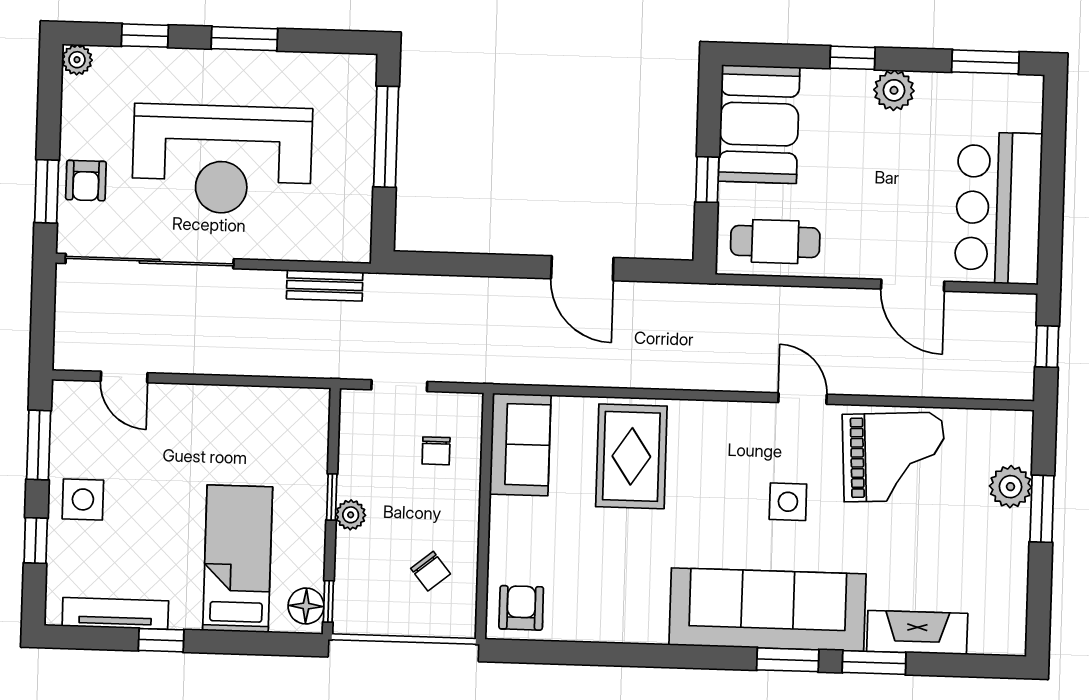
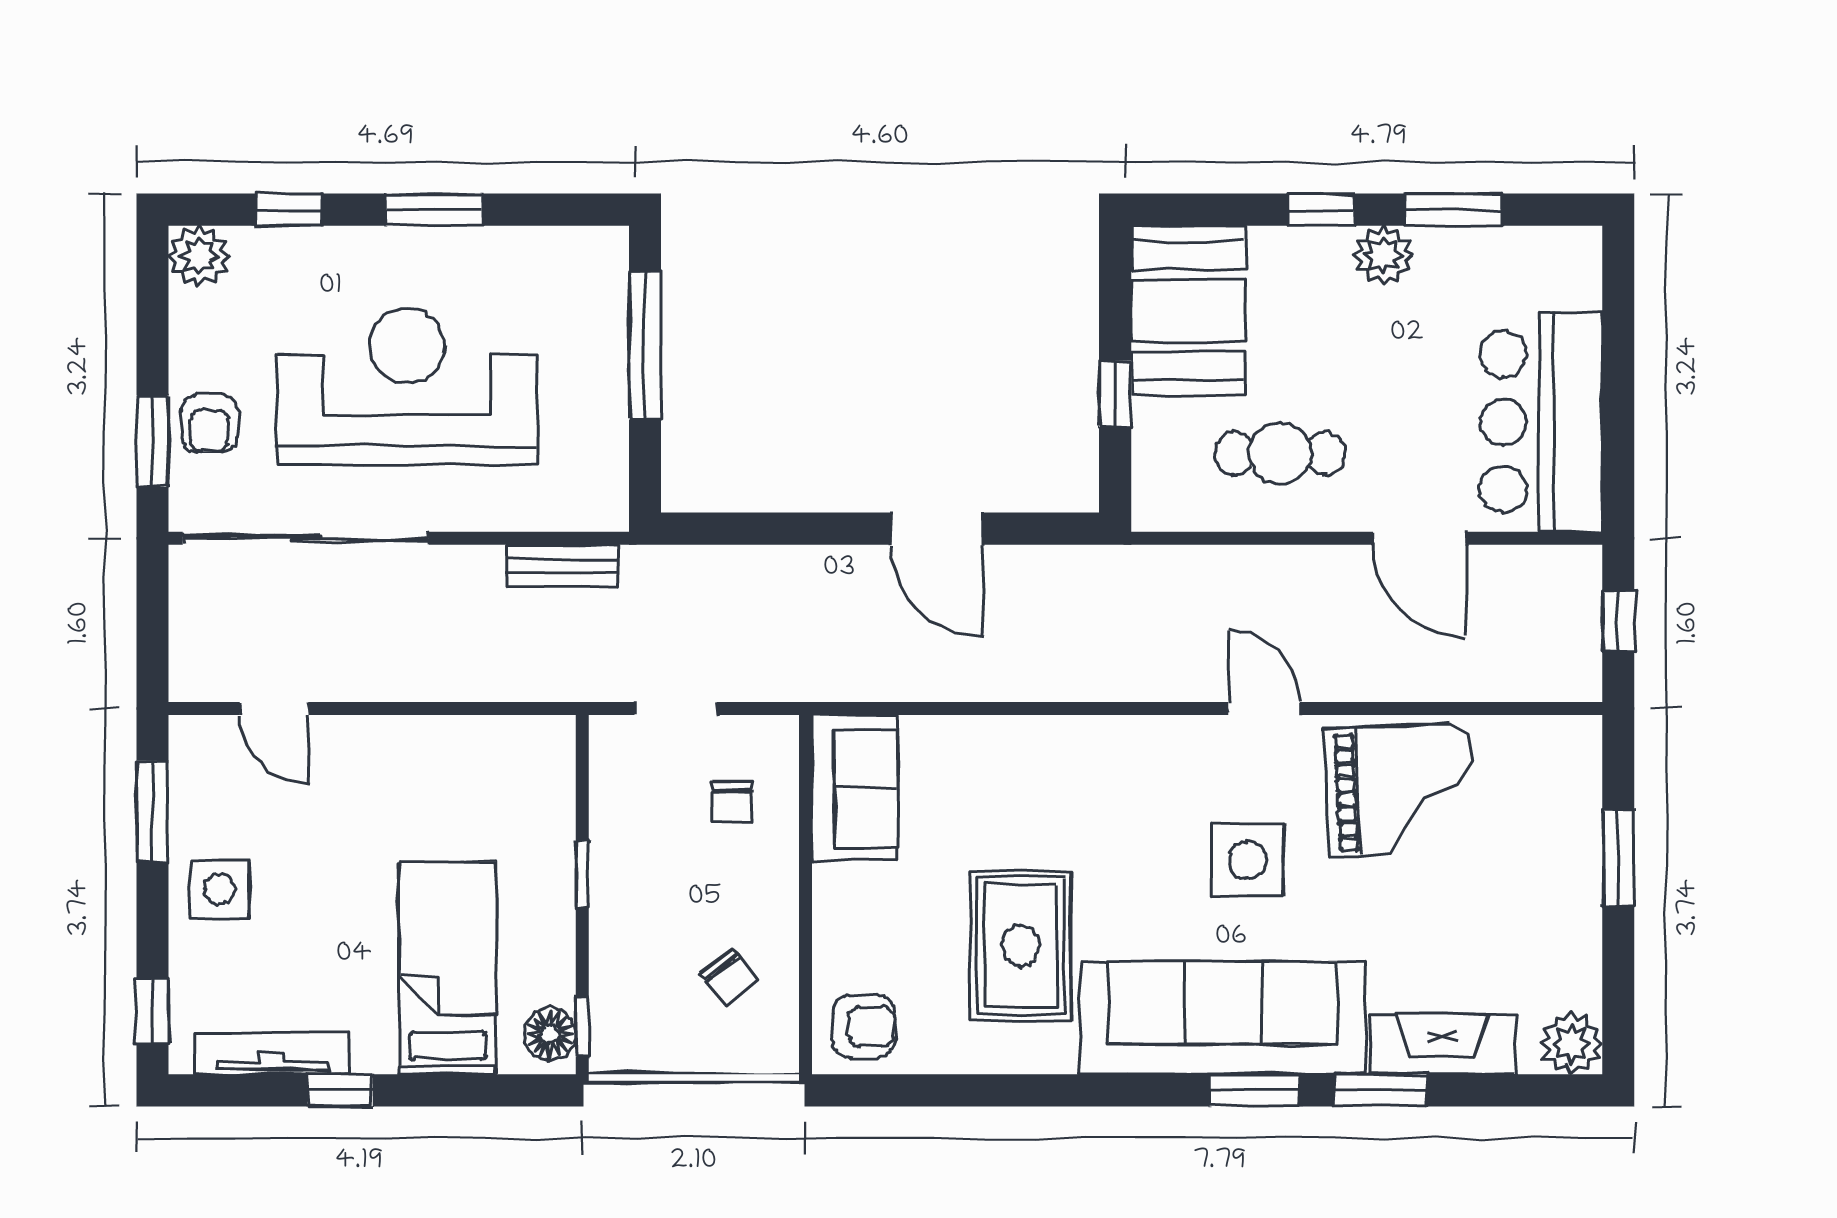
plant: (77, 60) -> (199, 256), width x1.38, depth x1.38
window: (985, 62) -> (1453, 210), moved
reception desk: (222, 159) -> (407, 387), turned 180
cafe table: (775, 242) -> (1280, 453), moved
rug: (631, 456) -> (1021, 946), moved
plant: (1010, 487) -> (1571, 1043), moved
side table: (788, 502) -> (1248, 860), width x1.37, depth x1.37
plant: (351, 515) -> (611, 899), removed
window: (36, 541) -> (153, 1012), moved
armchair: (521, 608) -> (864, 1027), turned 90

